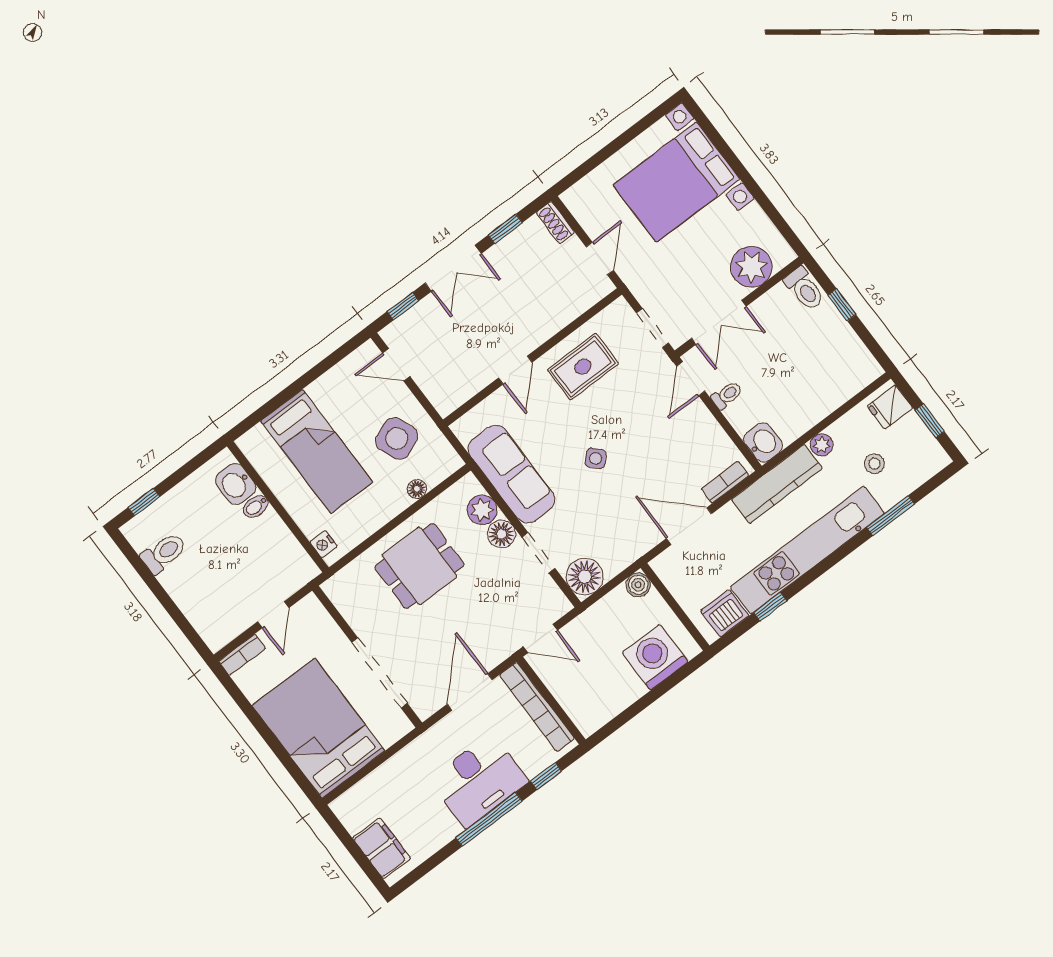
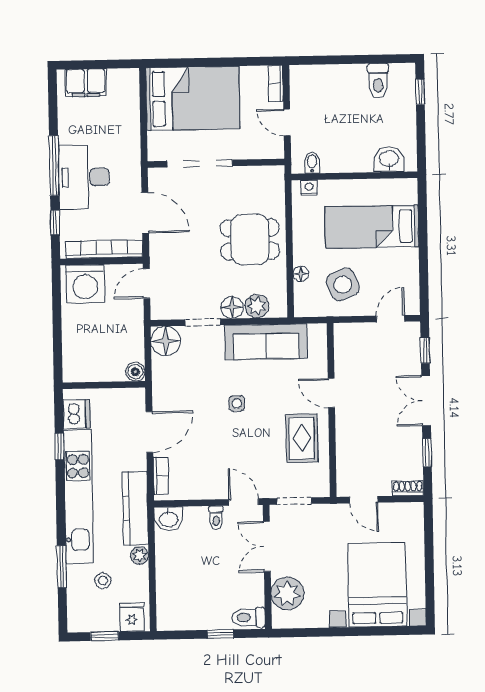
side table: (596, 458) -> (237, 403), turned 45
bidet: (256, 506) -> (312, 163), moved
dining table: (419, 566) -> (250, 239), turned 90
washing machine: (655, 657) -> (85, 284), moved, turned 90

